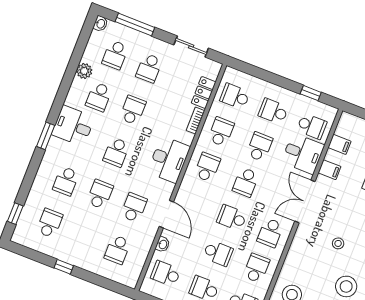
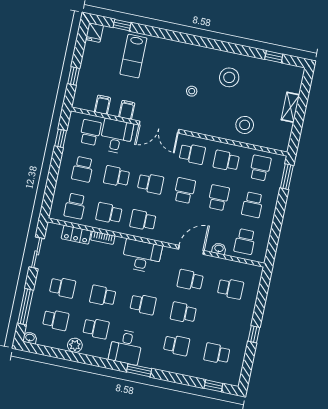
school desk: (232, 218) -> (185, 191), turned 180

